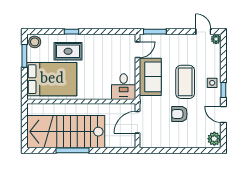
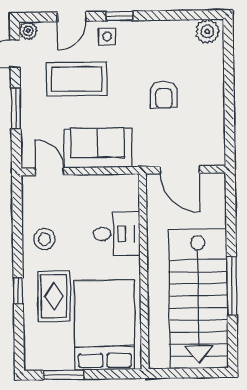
window: (155, 32) -> (16, 109), moved
stool: (35, 42) -> (44, 239), moved
coffee table: (185, 82) -> (77, 79), moved
desk: (124, 87) -> (117, 234), moved
door: (223, 115) -> (72, 17), moved

